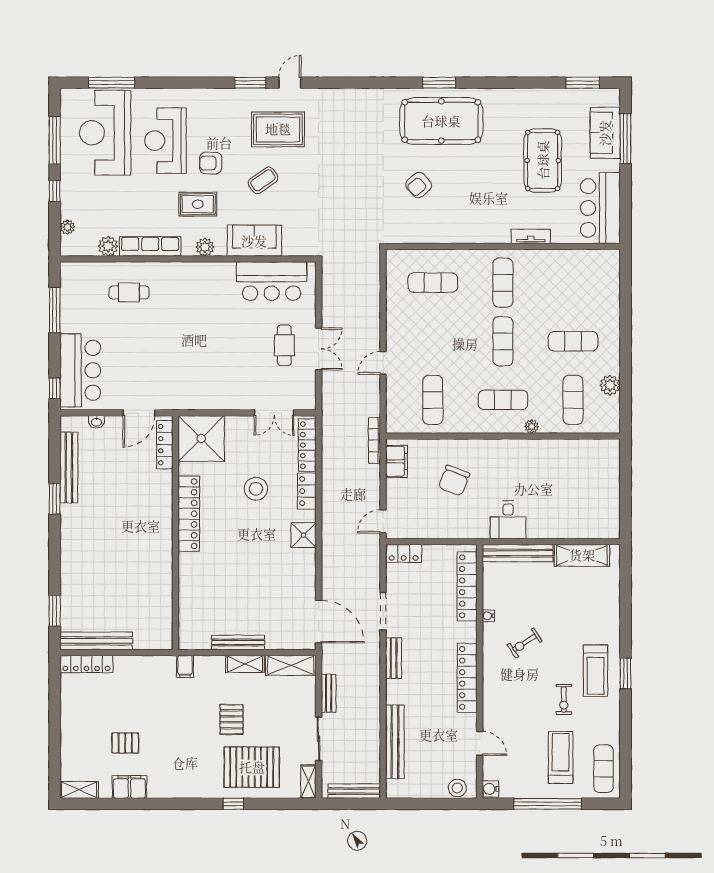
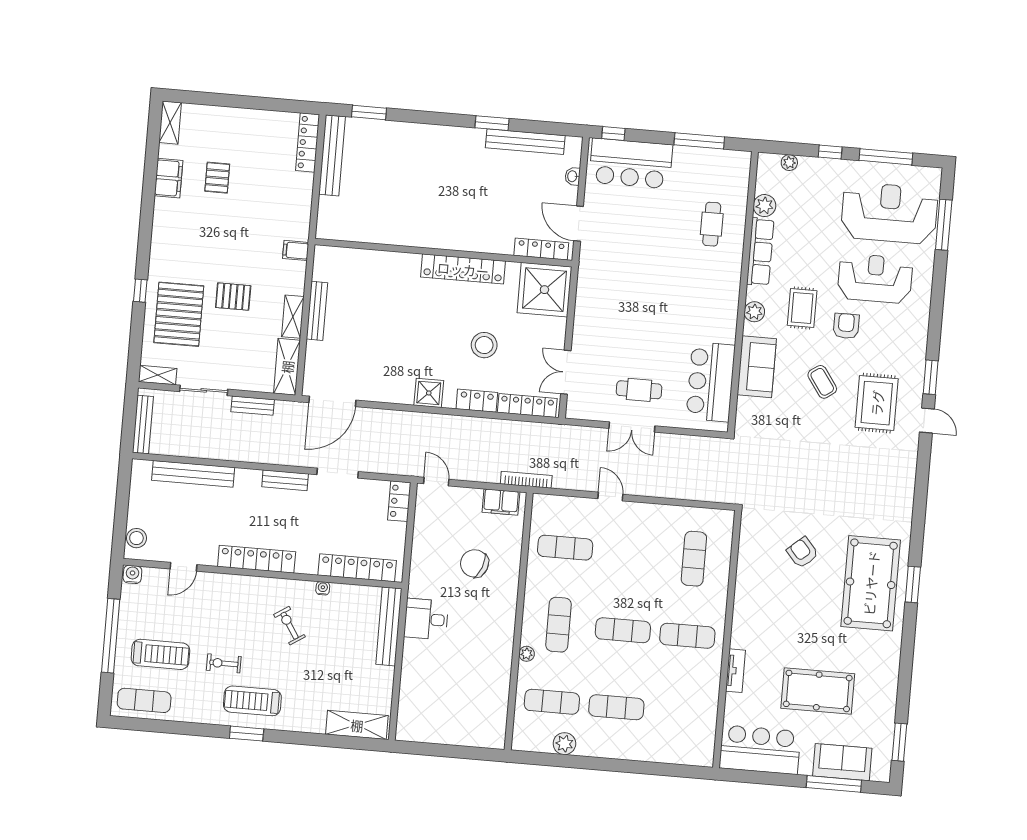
exercise mat: (573, 341) -> (616, 707), turned 90
shelving: (582, 555) -> (357, 725), moved, turned 90

